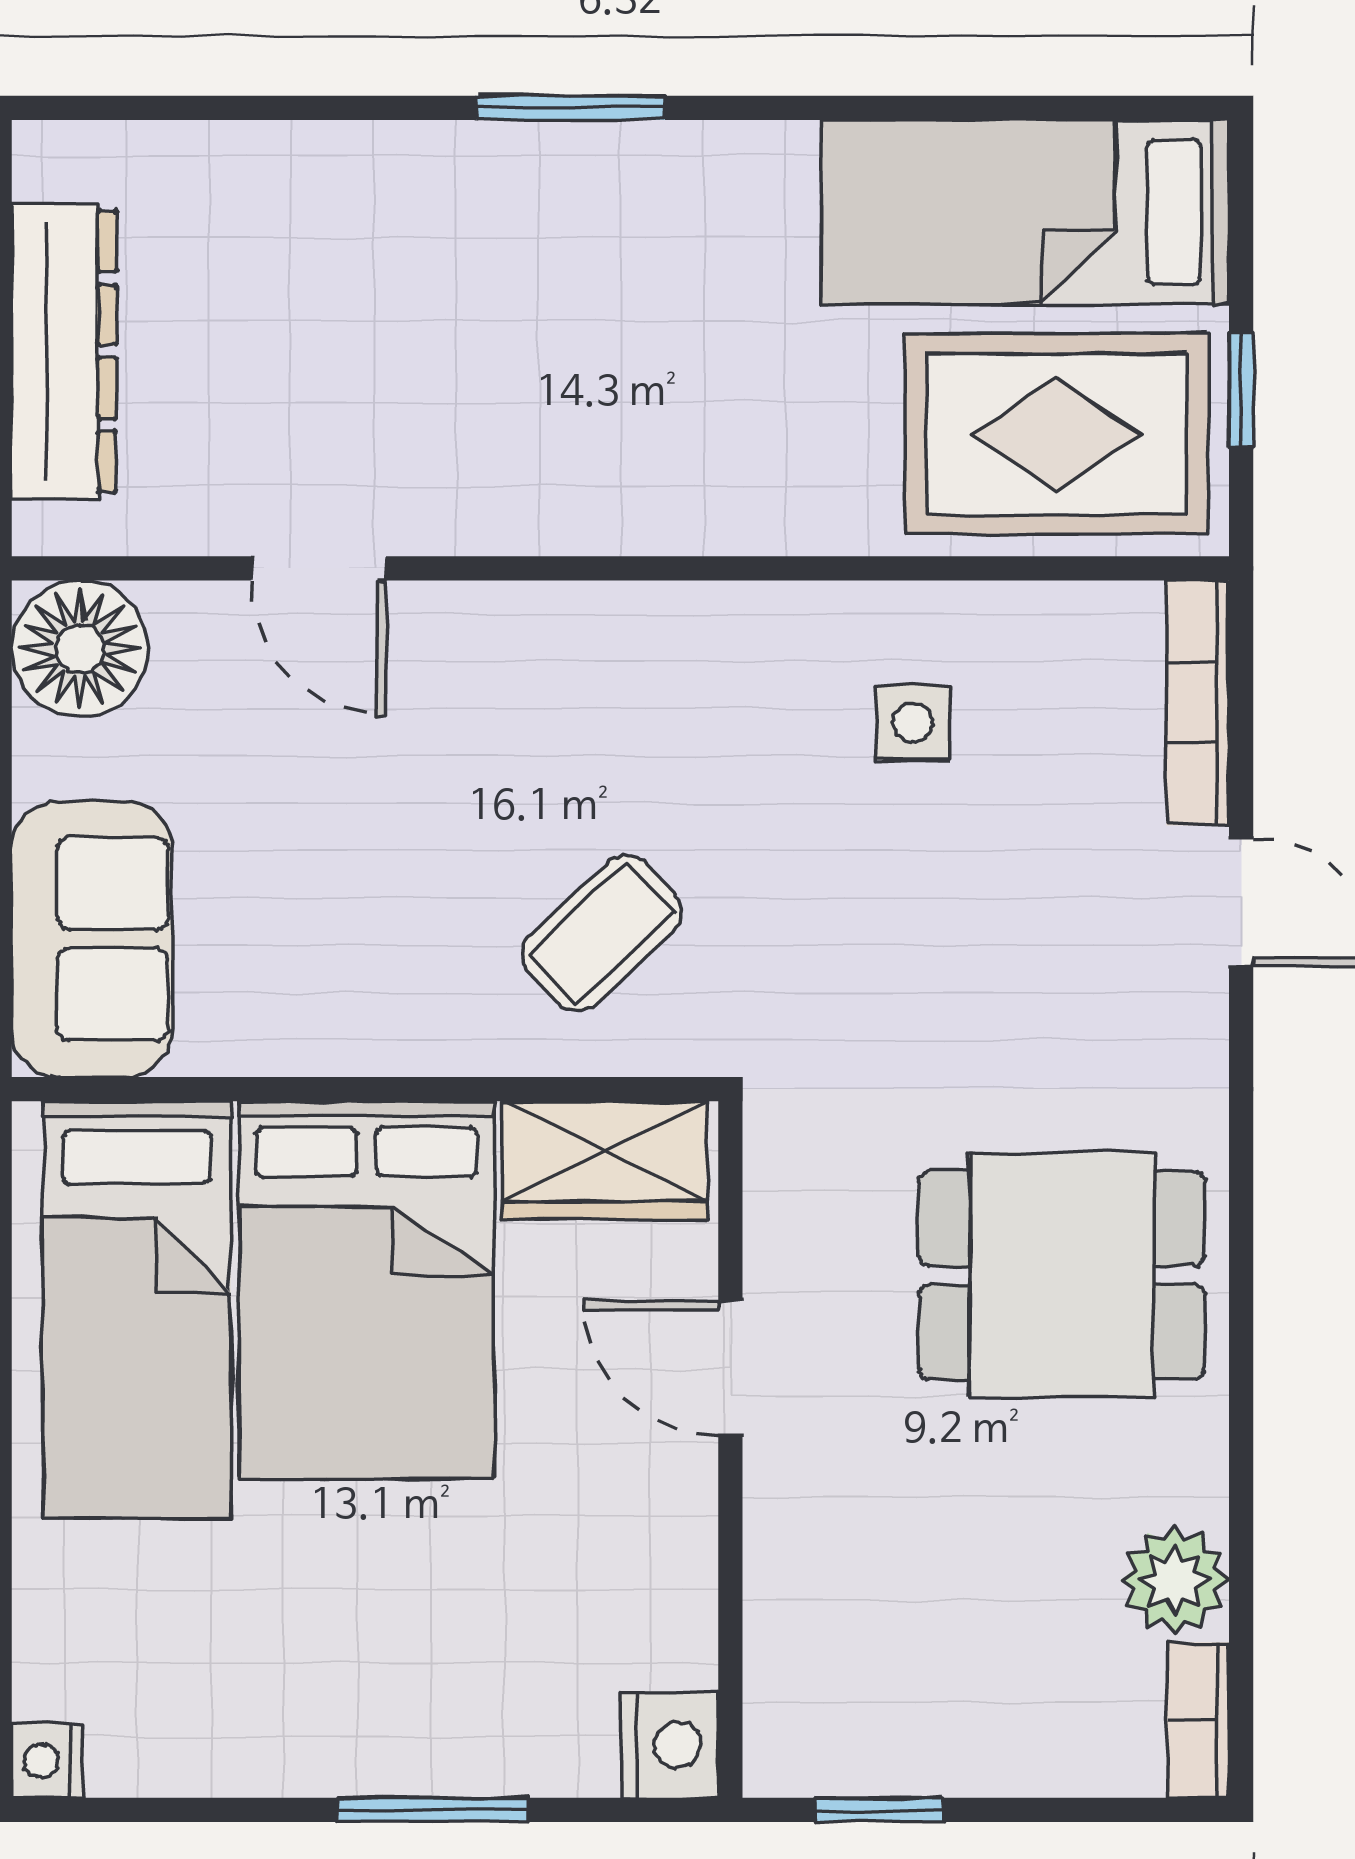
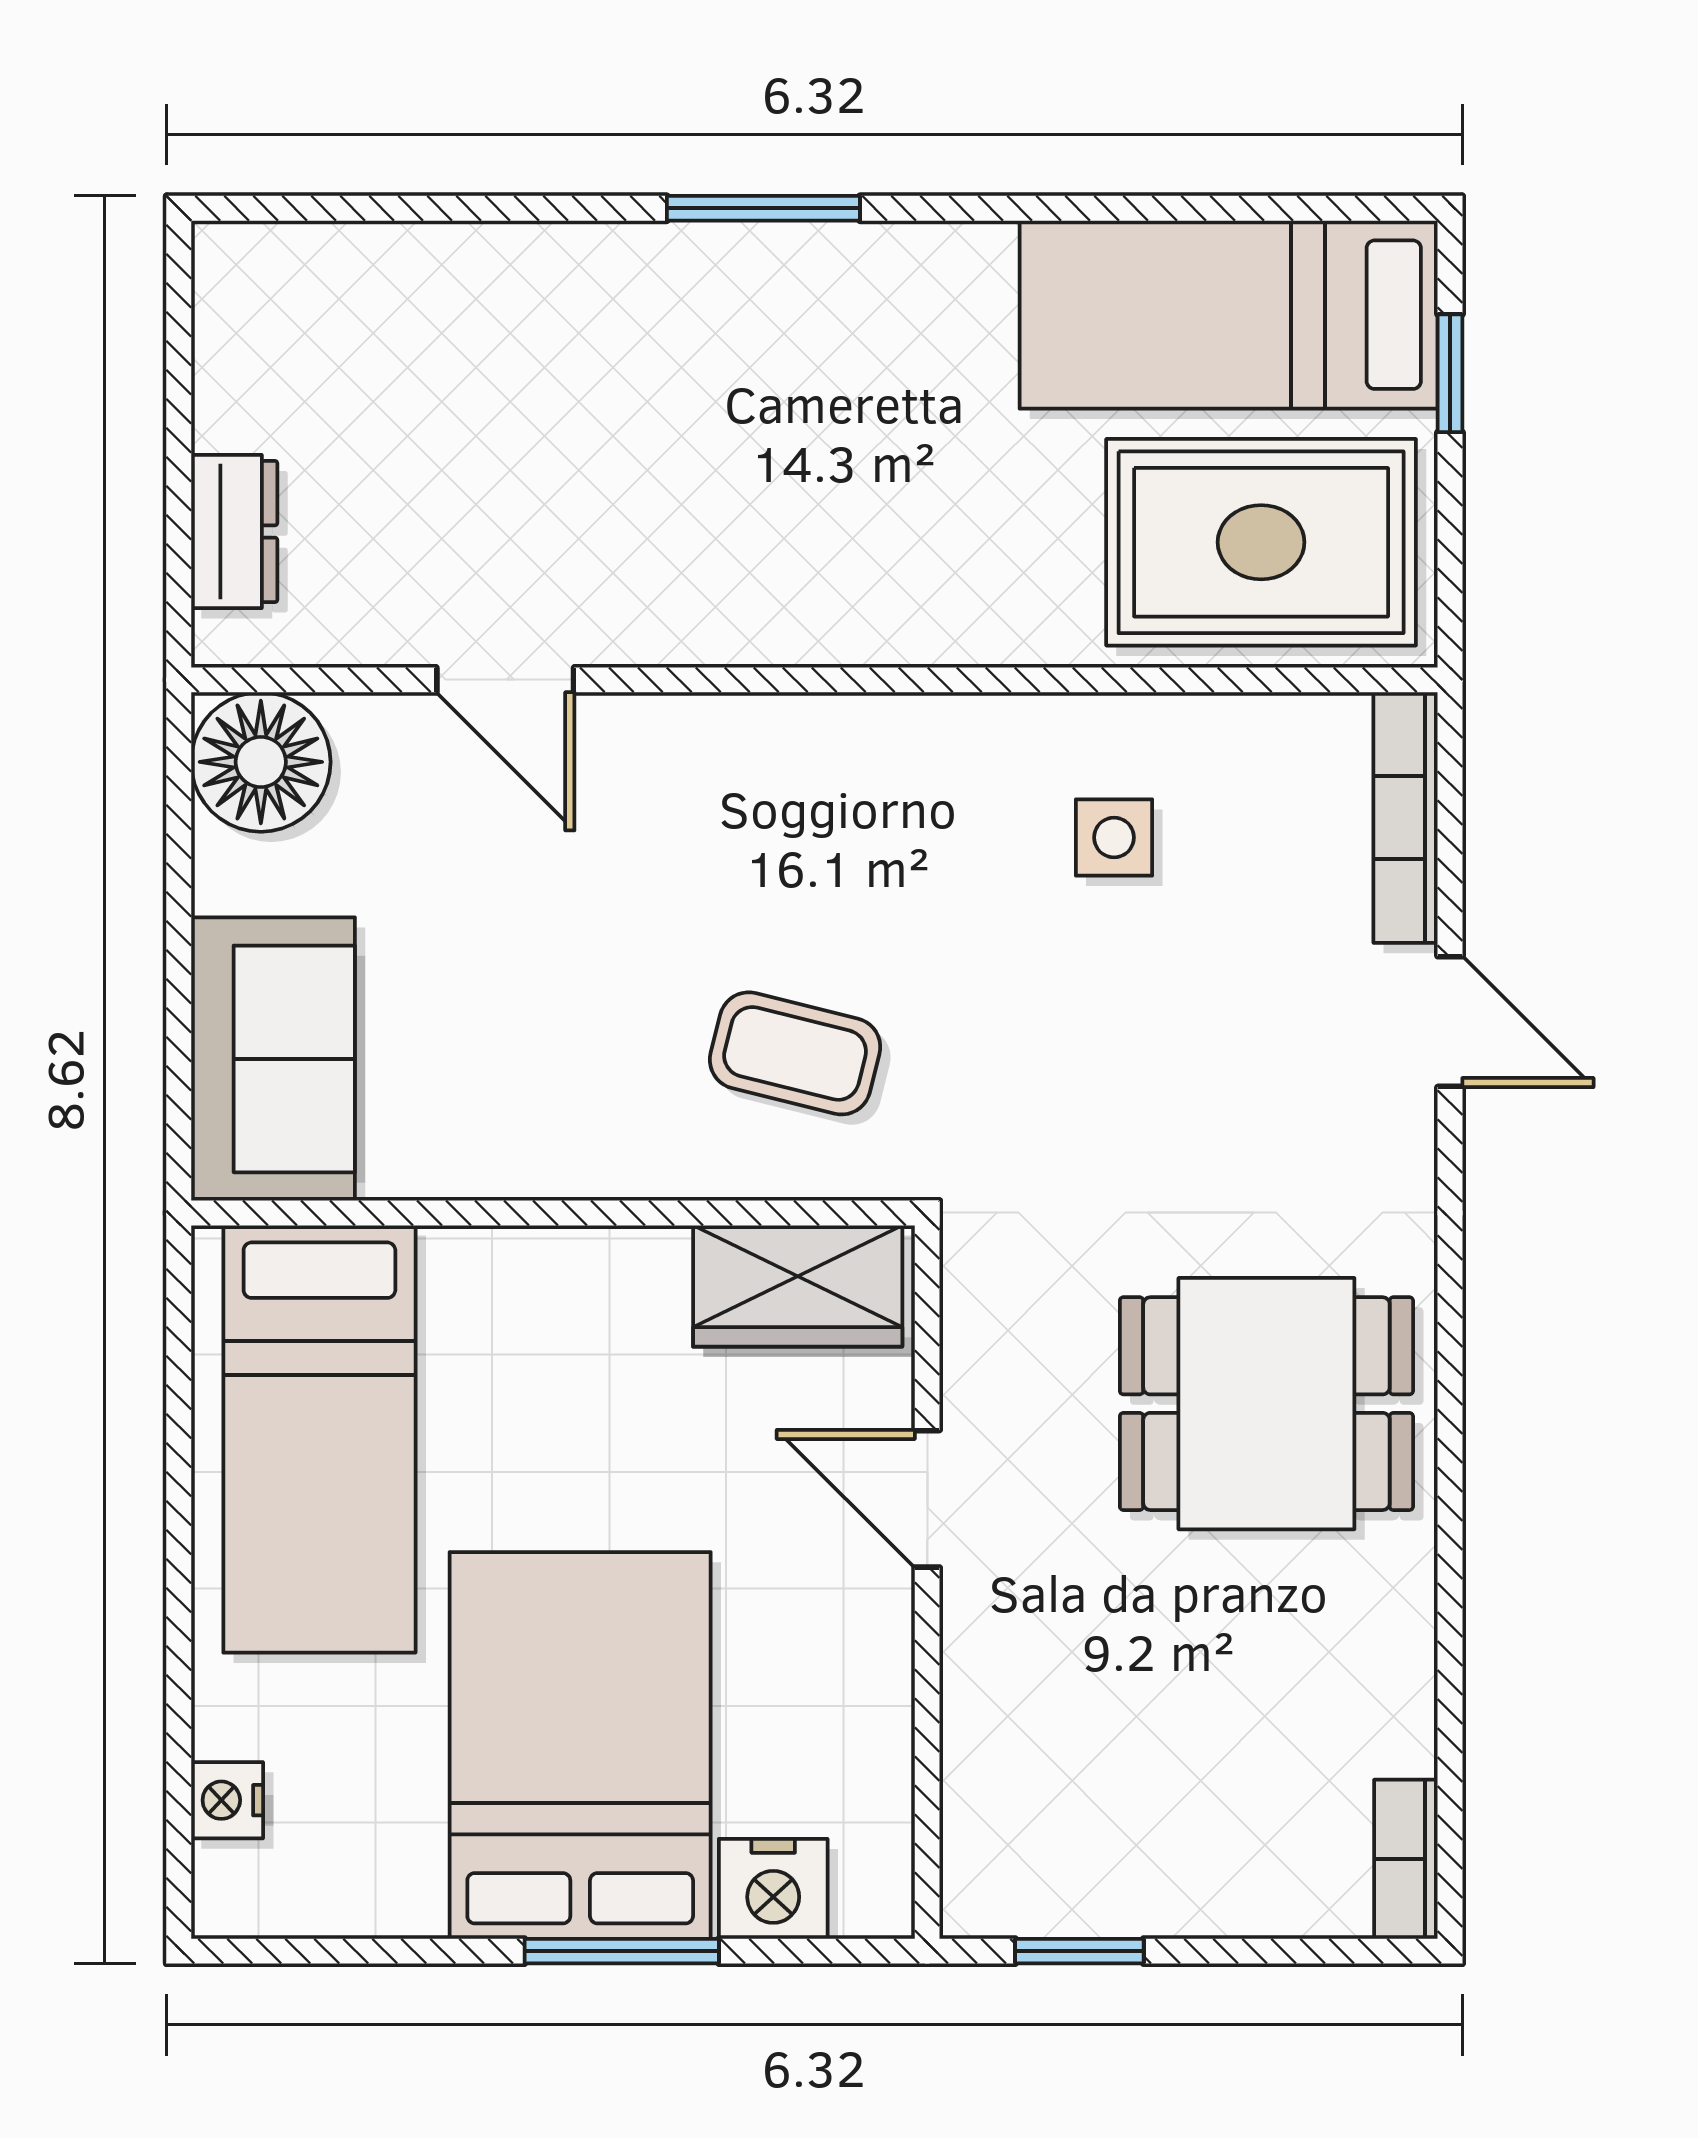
dresser: (64, 351) -> (234, 531), width x0.51, depth x0.80
window: (1241, 389) -> (1450, 373), moved
coffee table: (602, 933) -> (795, 1053), turned 57
bed: (366, 1290) -> (580, 1745), moved, turned 180
plant: (1175, 1580) -> (1382, 1716), removed
nightstand: (670, 1745) -> (773, 1889), moved, turned 90
nightstand: (47, 1761) -> (227, 1800), moved

